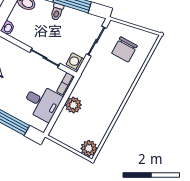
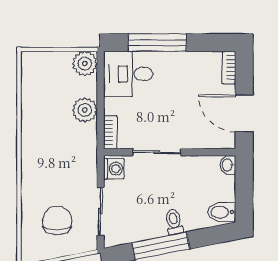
desk: (42, 102) -> (128, 74), moved
plant: (89, 148) -> (85, 64), moved

